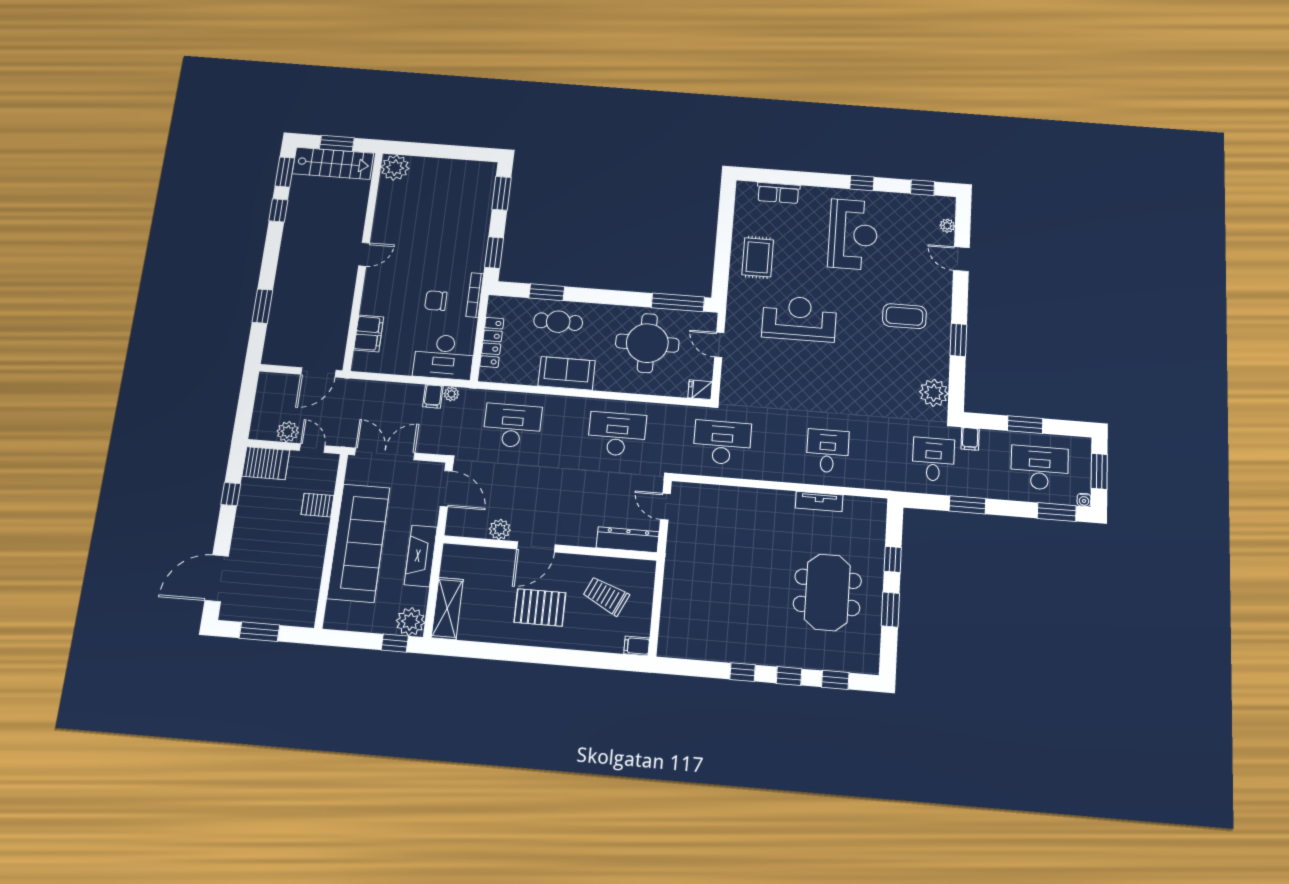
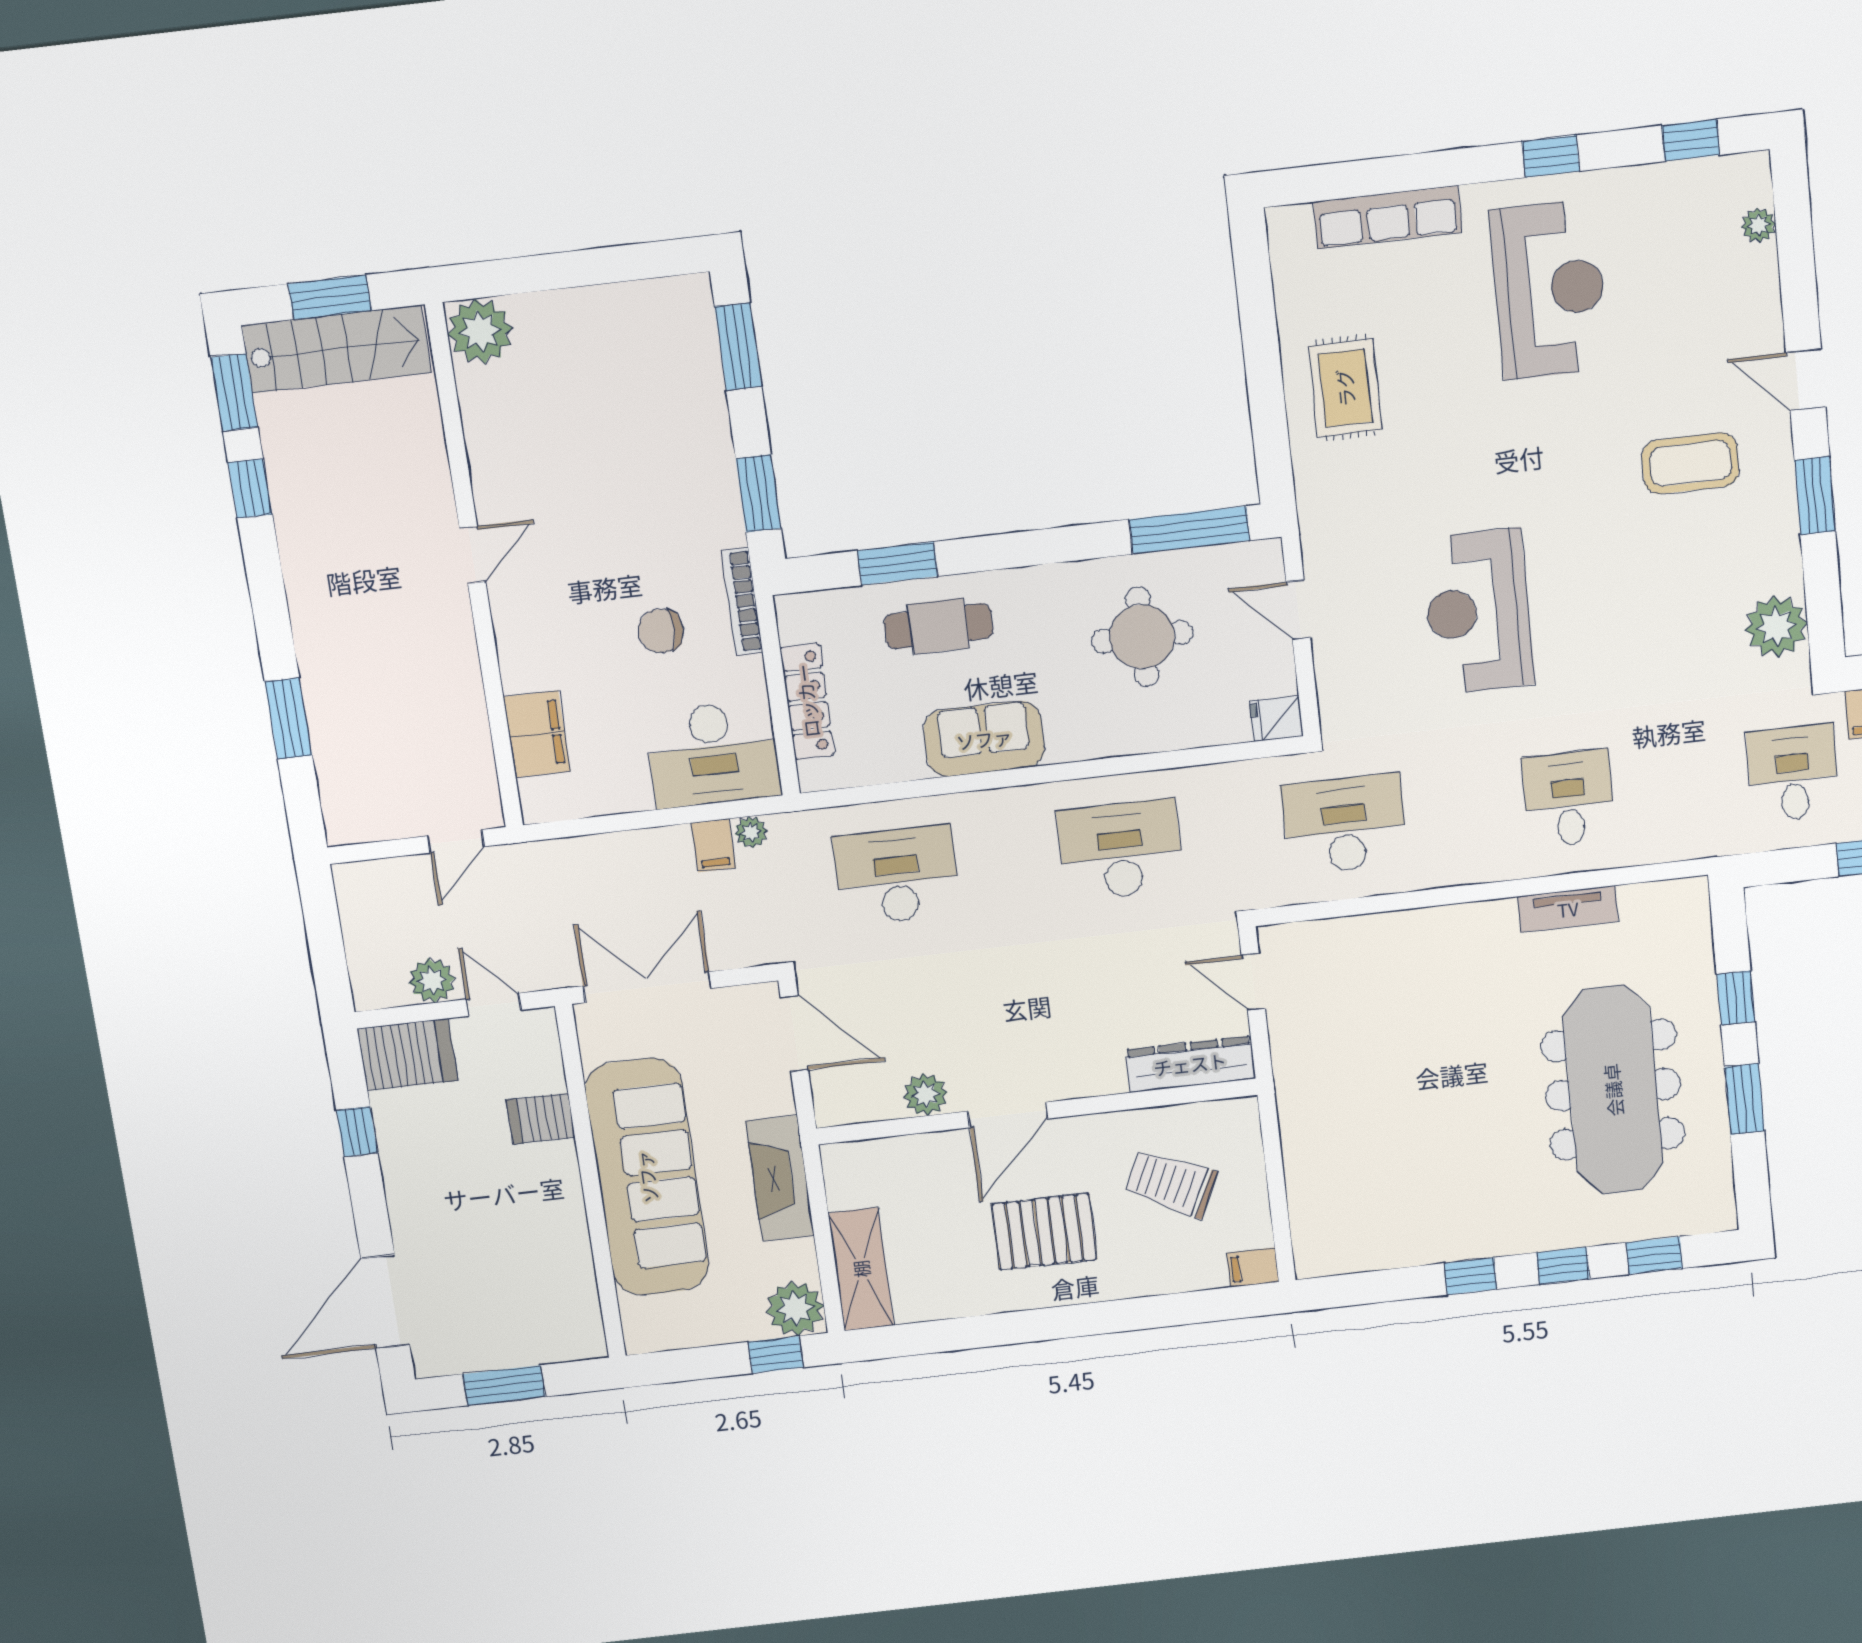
row of seats: (778, 193) -> (1388, 217), width x1.48
door: (961, 259) -> (1806, 380), moved
reception desk: (799, 319) -> (1478, 611), moved, turned -90
round table: (647, 343) -> (1142, 637), width x0.73, depth x0.73
door: (318, 372) -> (456, 841), width x0.73
meeting table: (827, 592) -> (1613, 1090), width x1.36

